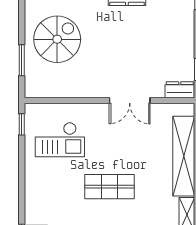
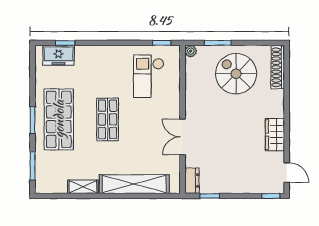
spiral stairs: (57, 39) -> (236, 74), turned 180
plant: (31, 91) -> (191, 51), added

